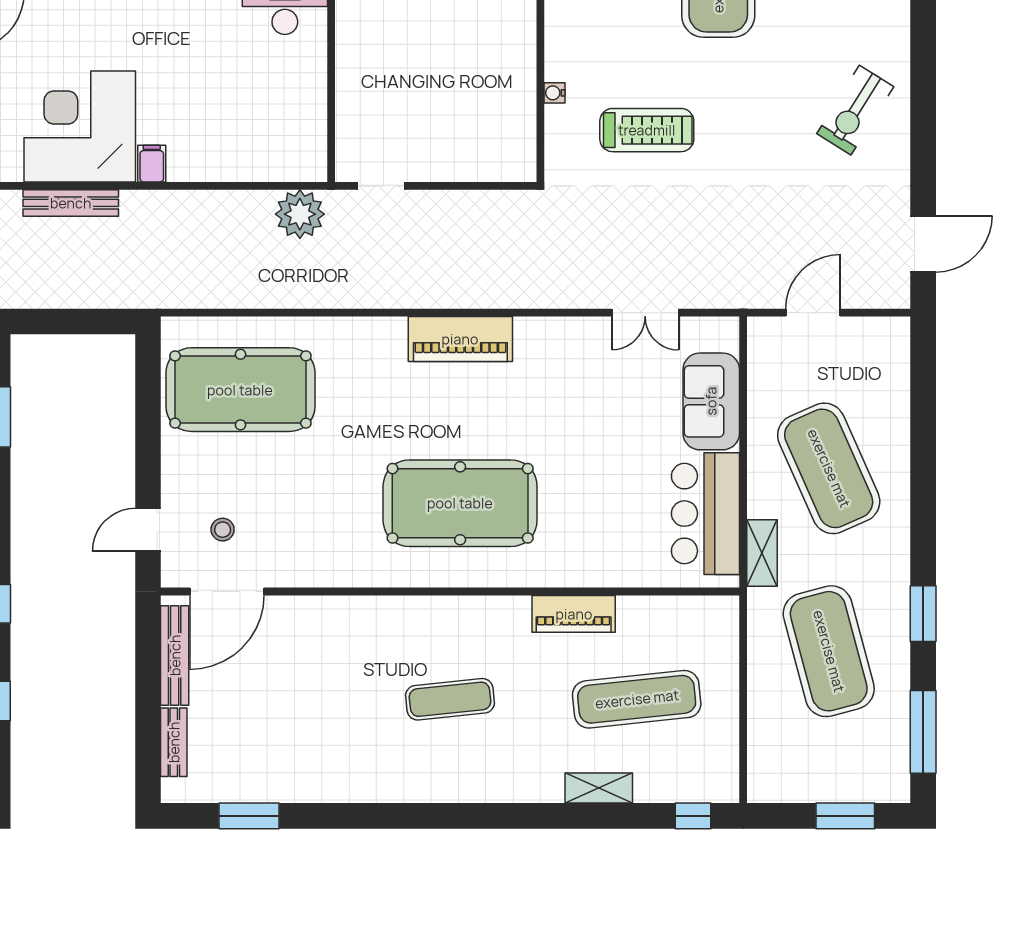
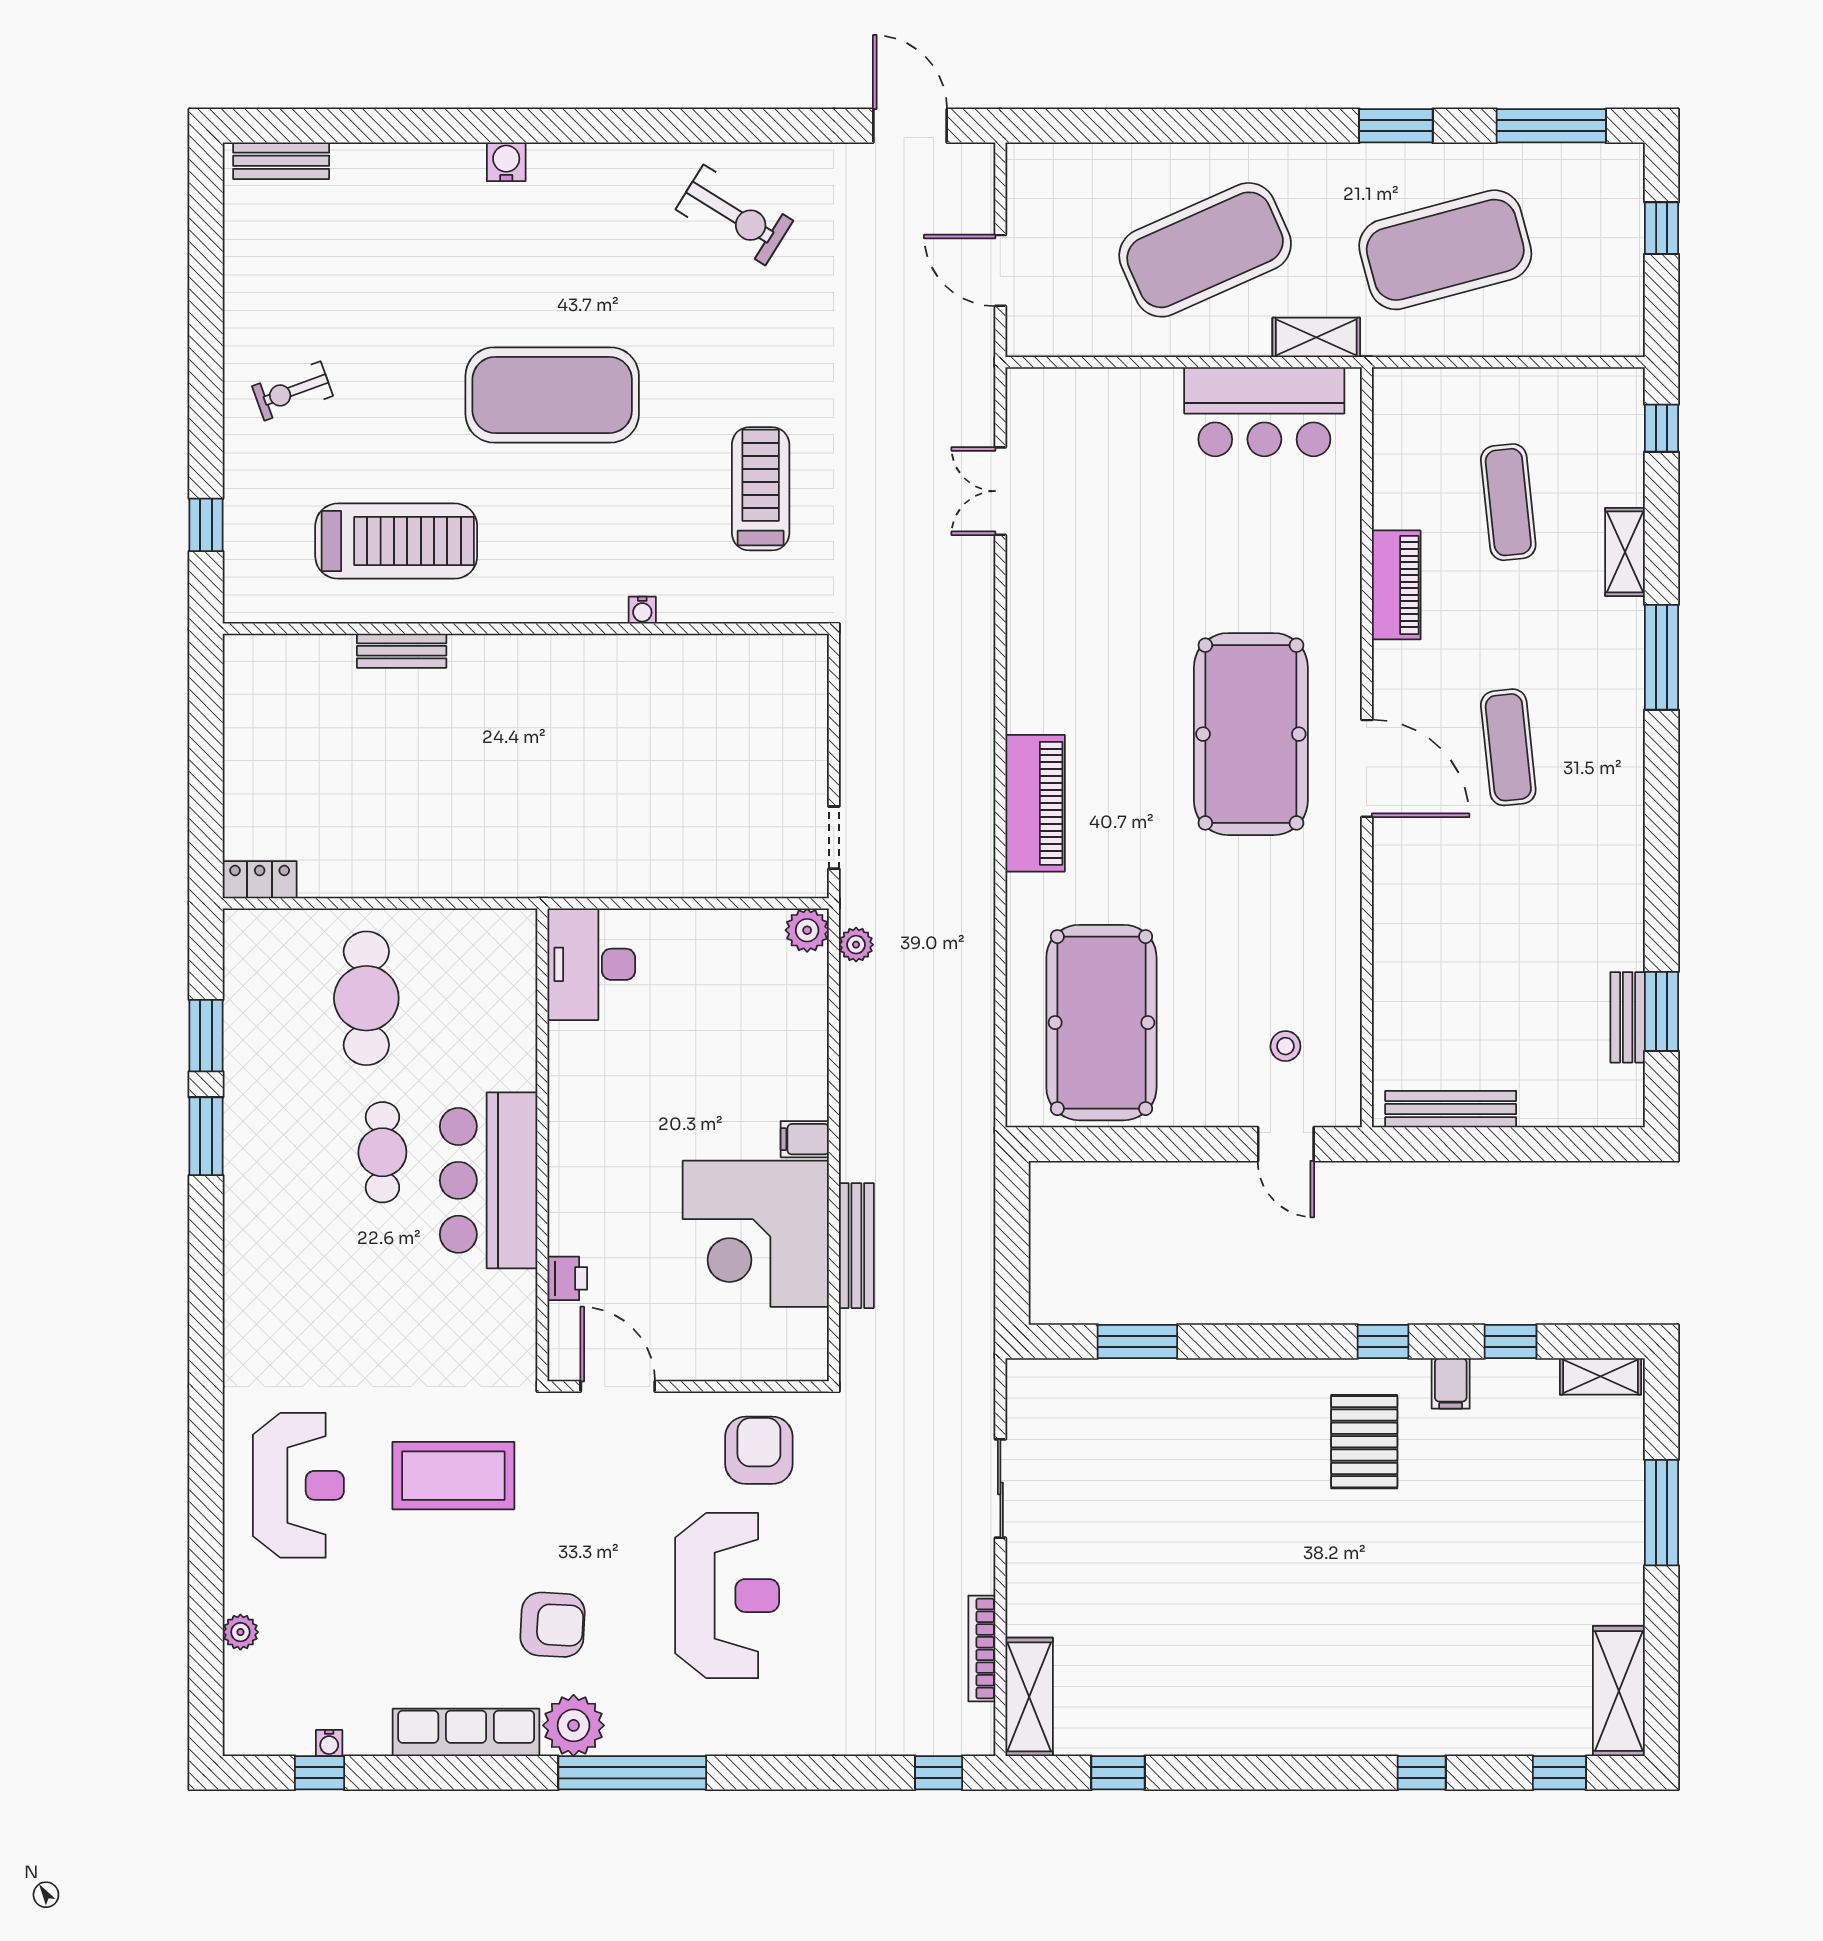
water cooler: (554, 93) -> (642, 610), moved
plant: (311, 165) -> (807, 930), added
plant: (300, 214) -> (856, 945), width x0.53, depth x0.53
double door: (645, 313) -> (1000, 491), swing flipped
piano: (460, 339) -> (1035, 803), moved
sofa: (711, 401) -> (1117, 404), removed
door: (227, 591) -> (1367, 768), moved
exercise mat: (637, 699) -> (1508, 502), width x0.73, depth x0.69
bench: (174, 742) -> (1628, 1017), moved, turned 90
window: (519, 816) -> (1662, 657), added
window: (845, 816) -> (1662, 228), width x0.67

